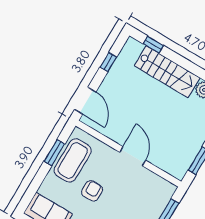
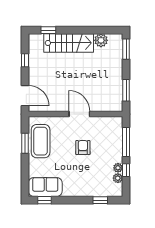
armchair: (92, 191) -> (83, 148), moved

